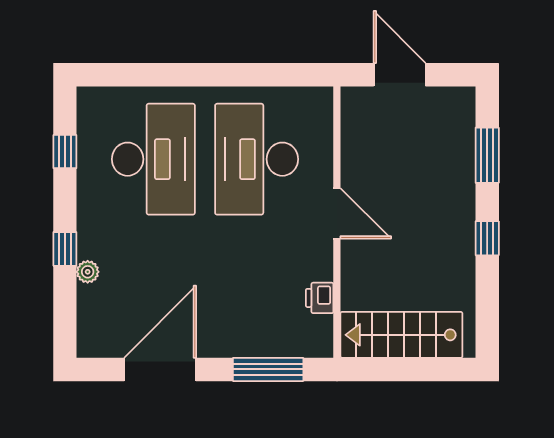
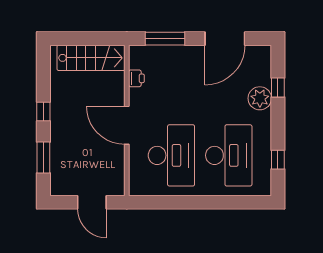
desk: (153, 159) -> (229, 155), turned 180
door: (337, 213) -> (127, 125), width x1.36
window: (65, 249) -> (278, 87), moved
plant: (88, 272) -> (260, 98), width x1.87, depth x1.87

